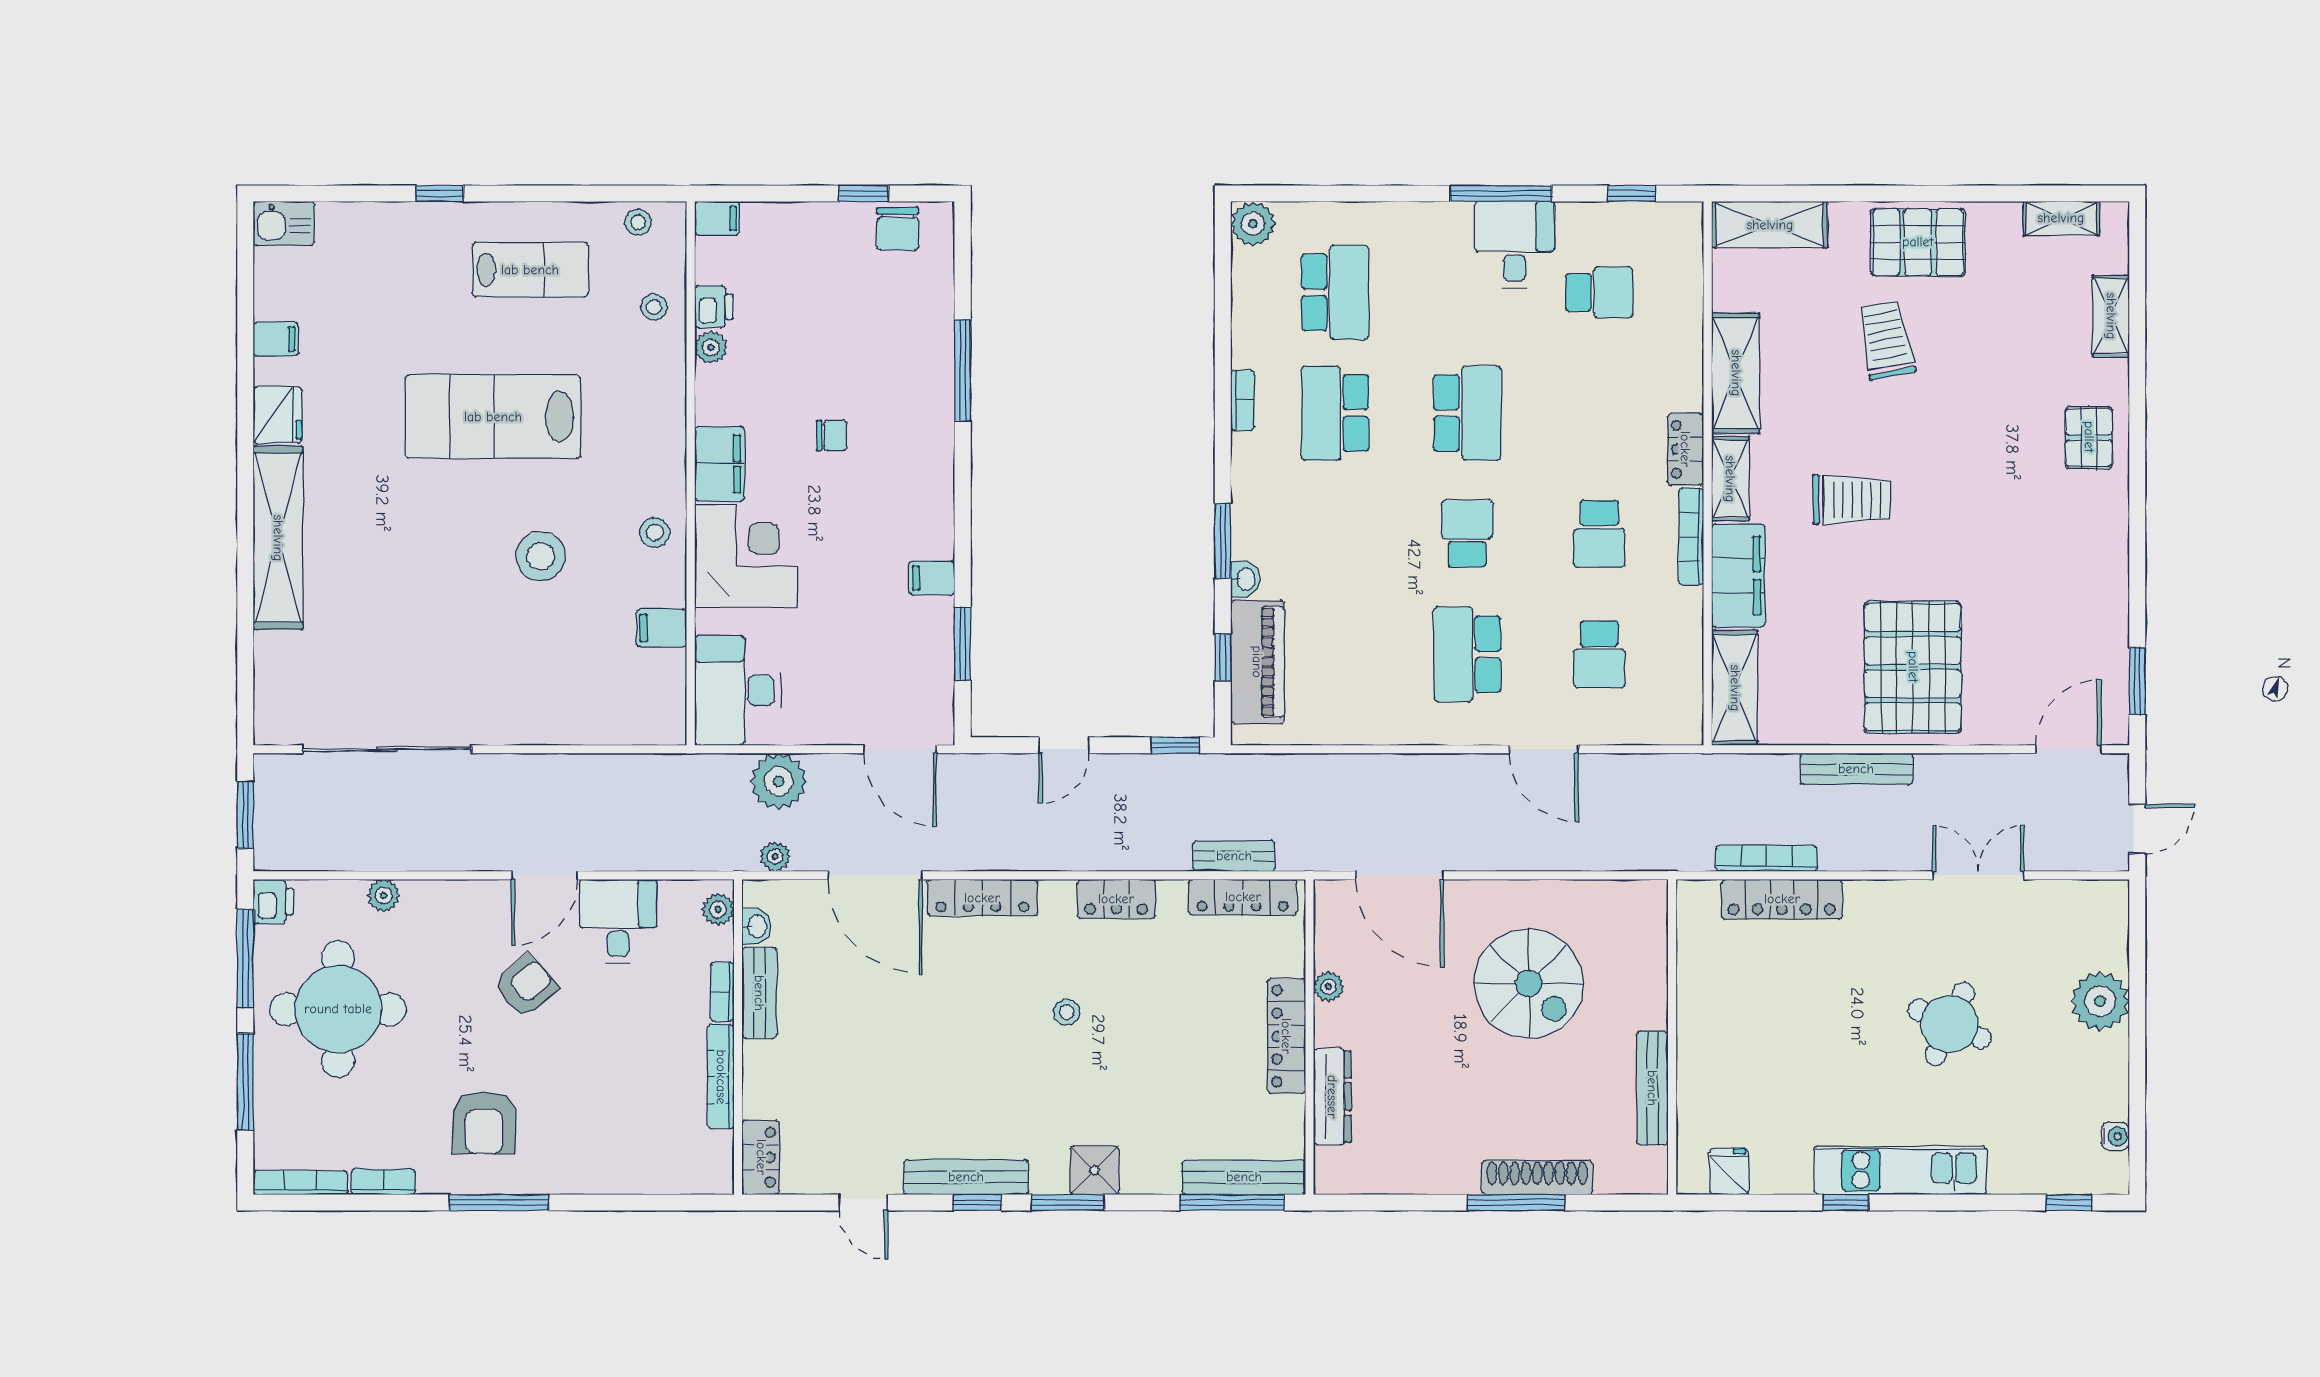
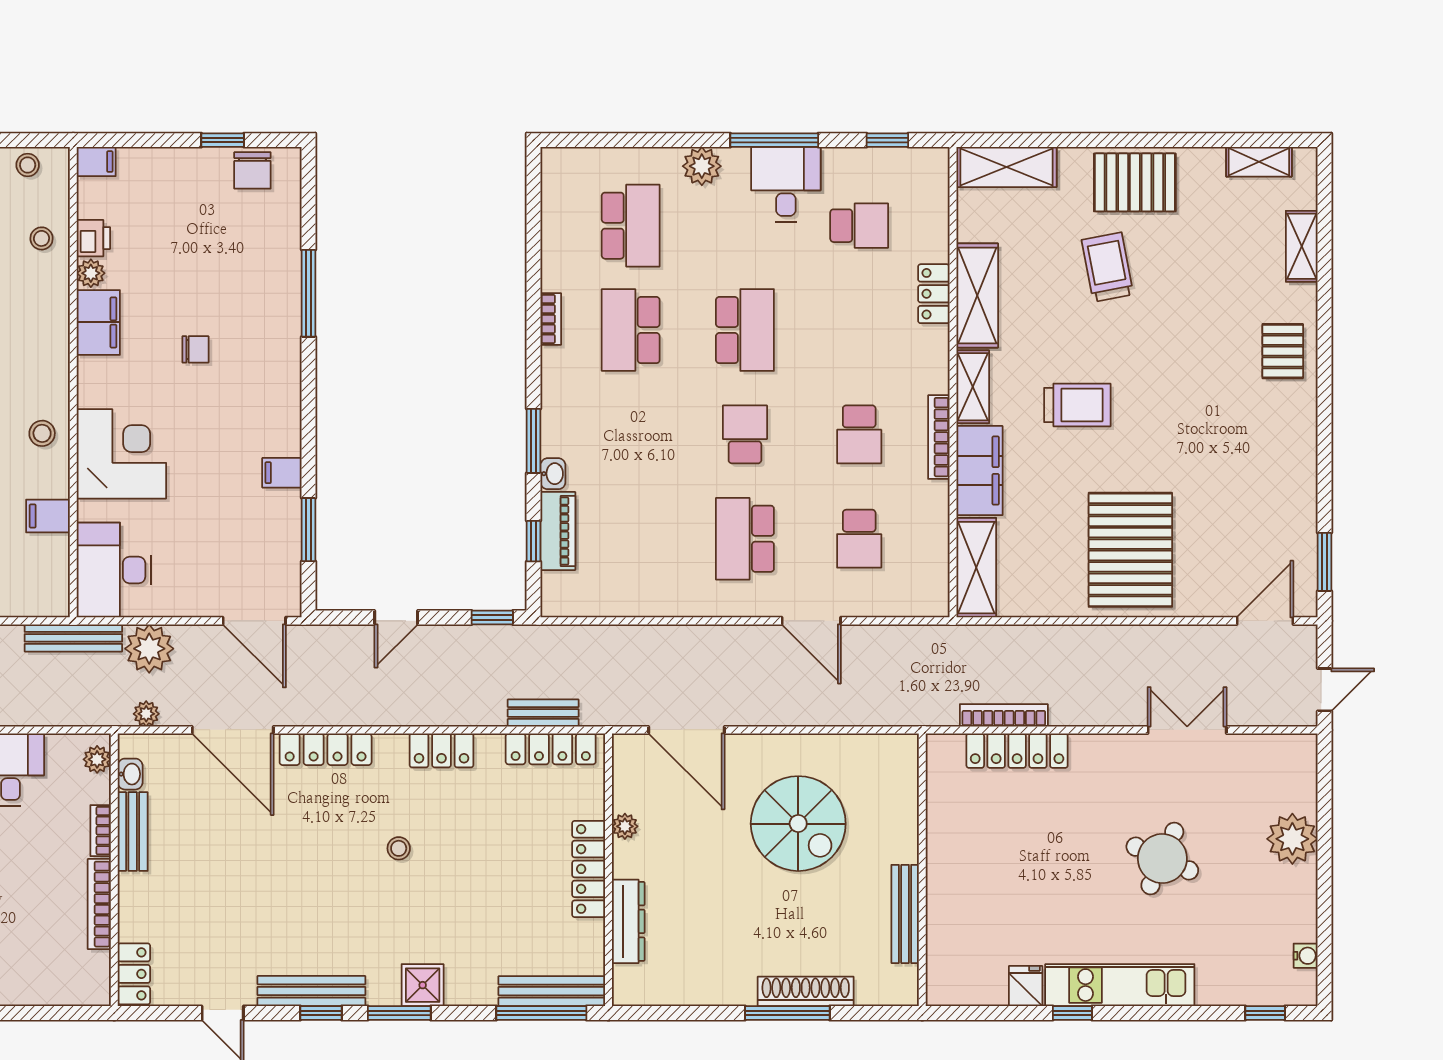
plant: (1253, 224) -> (702, 166), moved
locker: (1685, 449) -> (934, 294), moved
filing cabinet: (720, 464) -> (98, 322), moved
piano: (1257, 662) -> (558, 531), width x0.73, depth x0.75
bench: (1856, 769) -> (73, 638), moved
fridge: (1729, 1171) -> (1026, 986), moved

